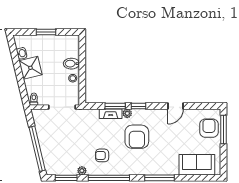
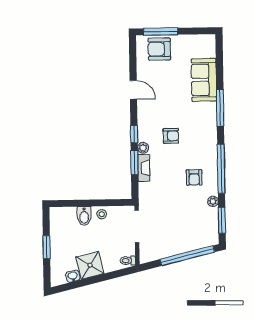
armchair: (137, 137) -> (171, 136), width x0.53, depth x0.53
sofa: (197, 165) -> (204, 80), moved

